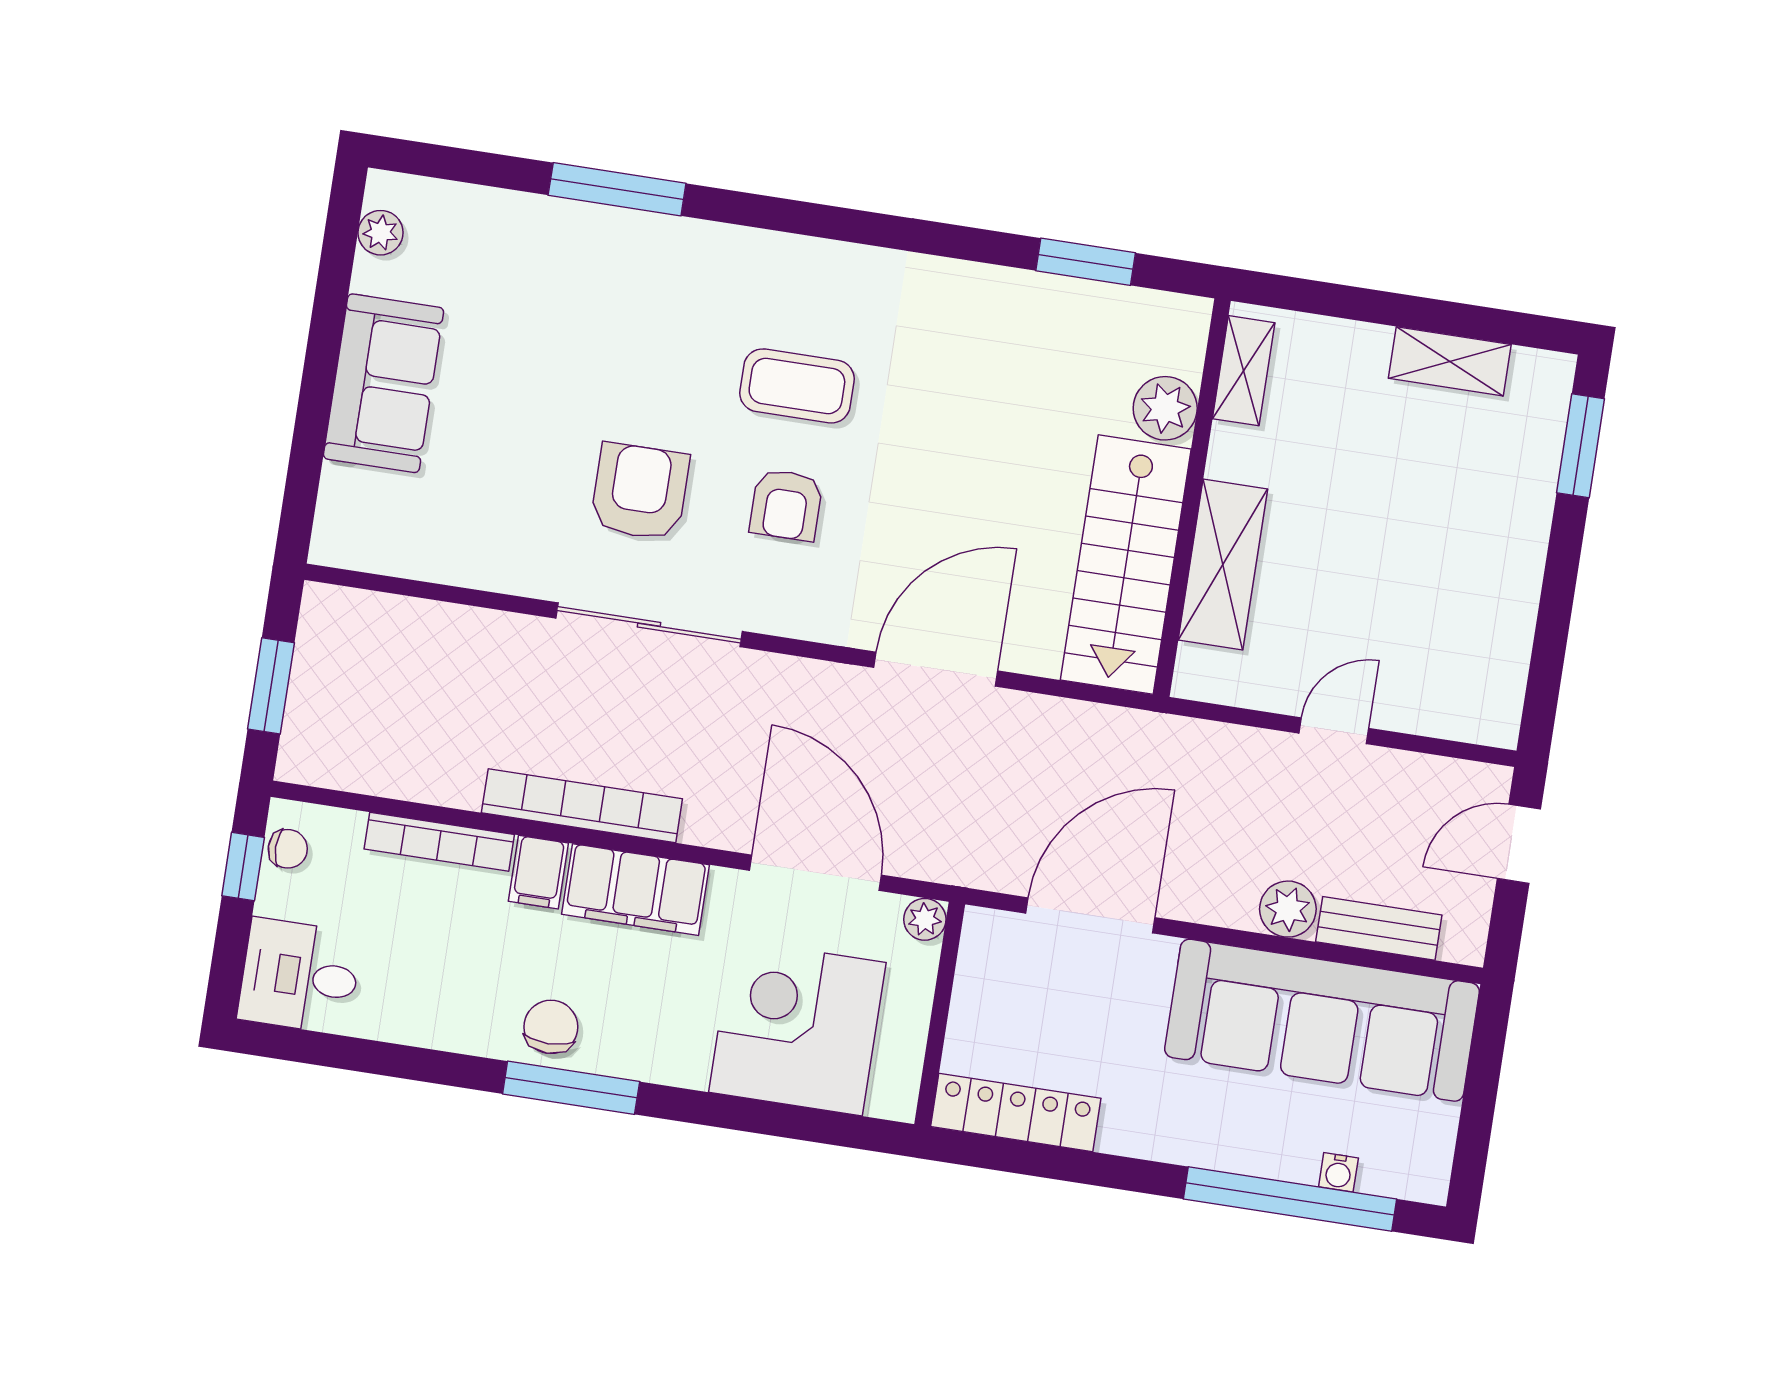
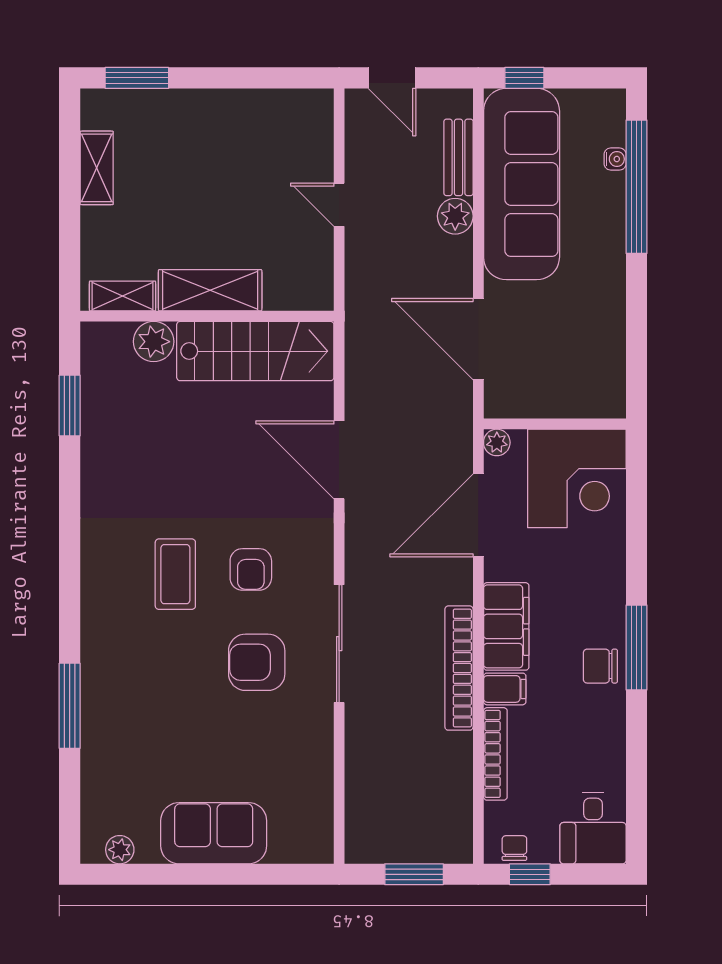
armchair: (786, 505) -> (251, 569), turned 90
shelving: (1223, 564) -> (210, 290), moved
corner desk: (797, 1027) -> (577, 478), moved, turned -90
window: (1487, 1050) -> (524, 78), added
locker: (1016, 1112) -> (609, 367), removed

